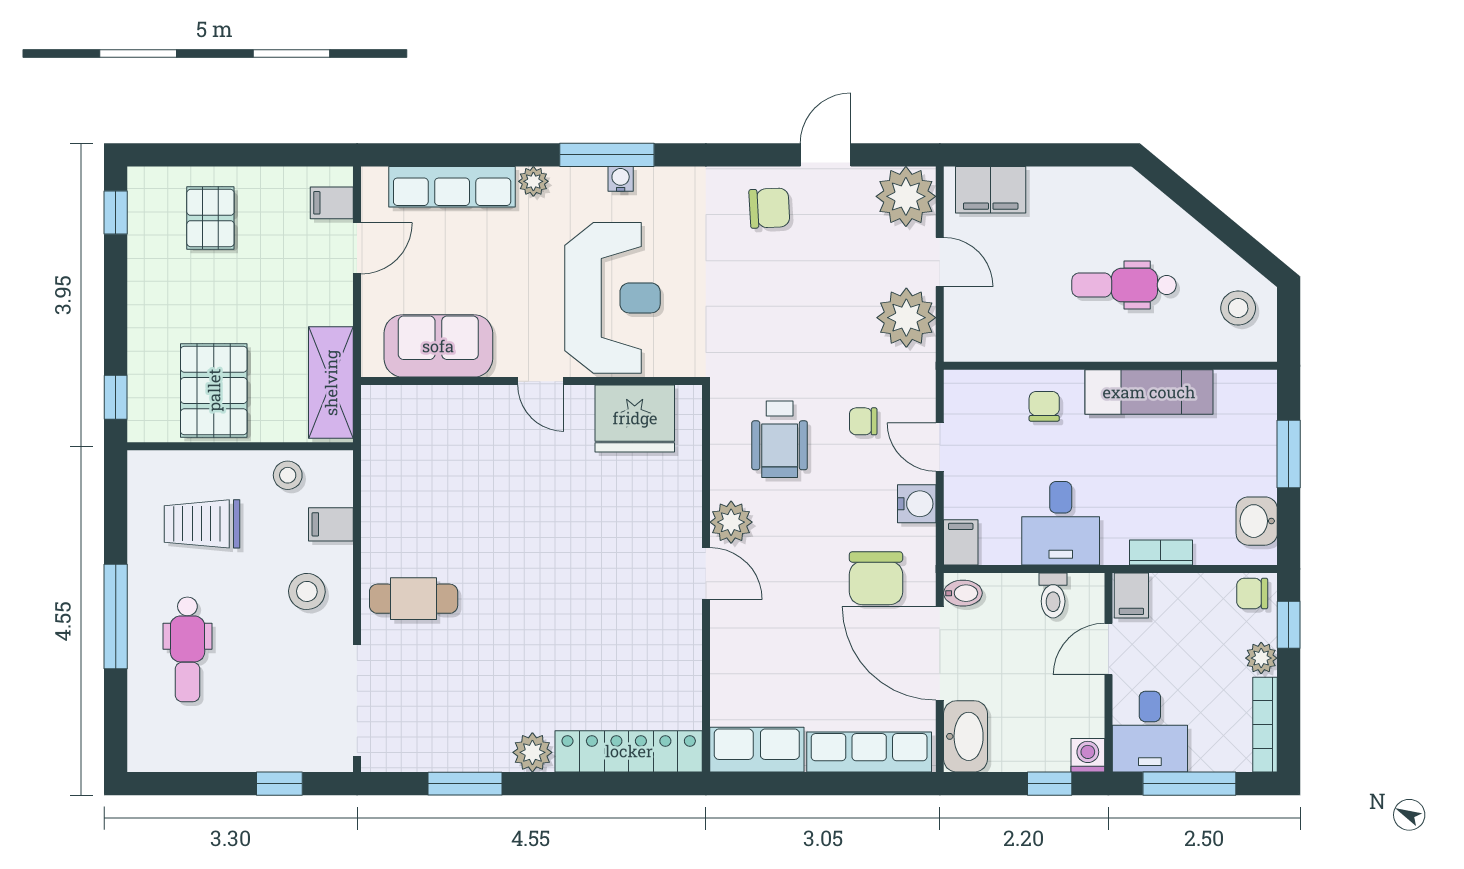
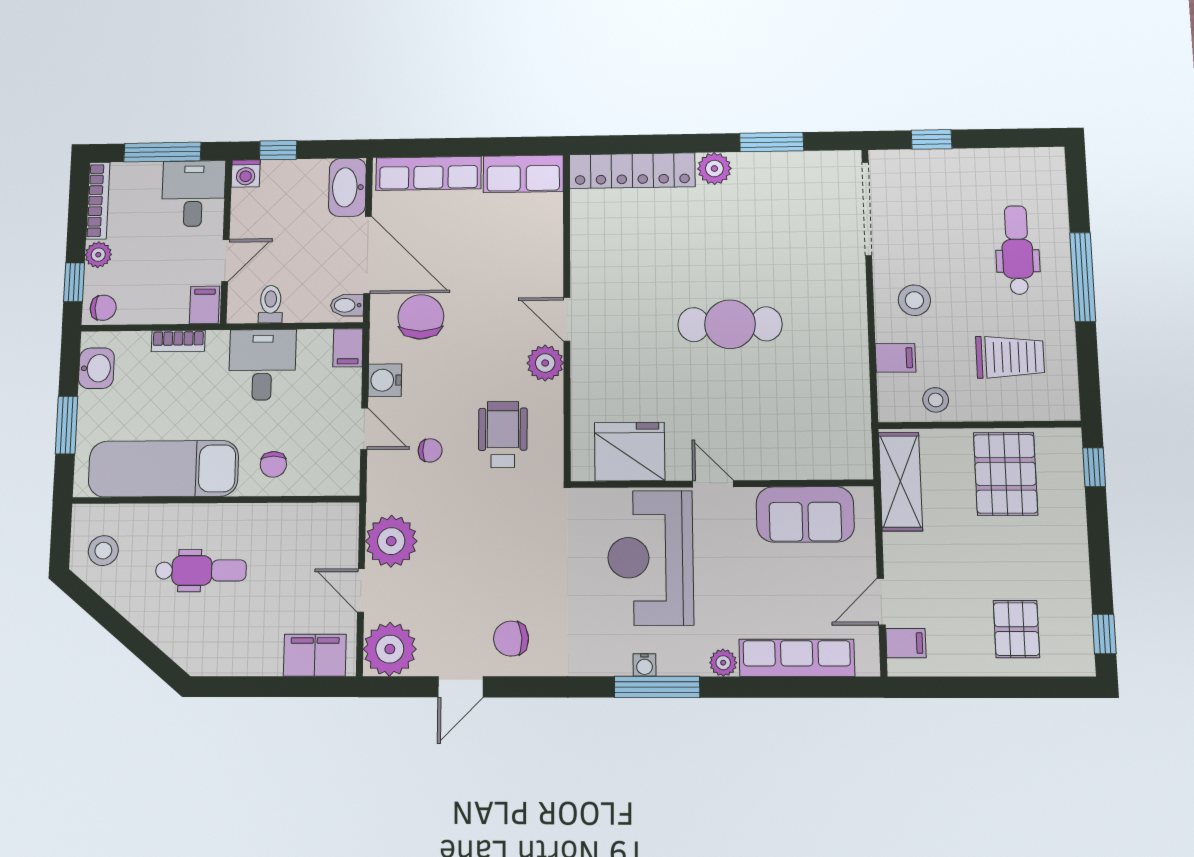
exam couch: (1149, 392) -> (163, 469), width x1.36, depth x1.45
cafe table: (414, 599) -> (730, 324), moved, width x1.37, depth x1.35

